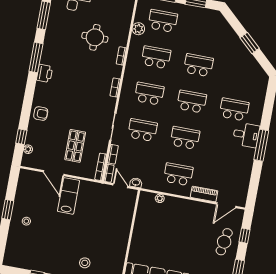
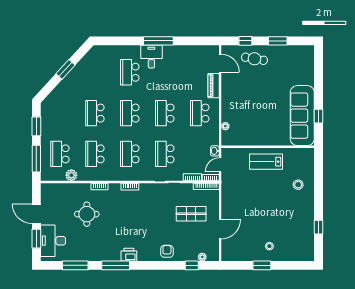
lab bench: (69, 196) -> (266, 162), moved

